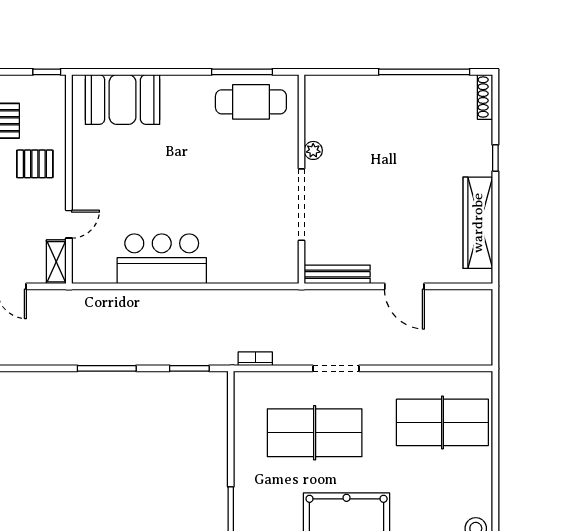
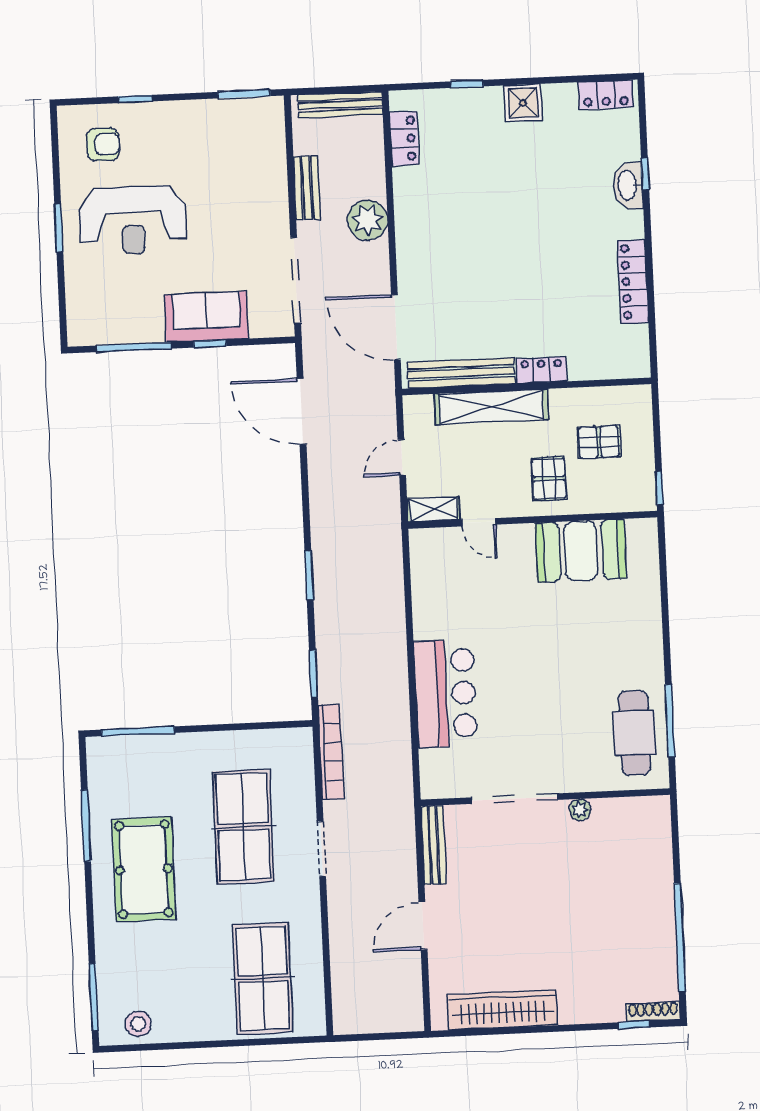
booth: (123, 100) -> (581, 551), moved, turned 90
window: (495, 158) -> (634, 1025), moved
bar counter: (162, 259) -> (445, 693), moved
bookcase: (255, 359) -> (331, 752), width x2.31, depth x1.31
window: (107, 368) -> (309, 575), width x0.69

